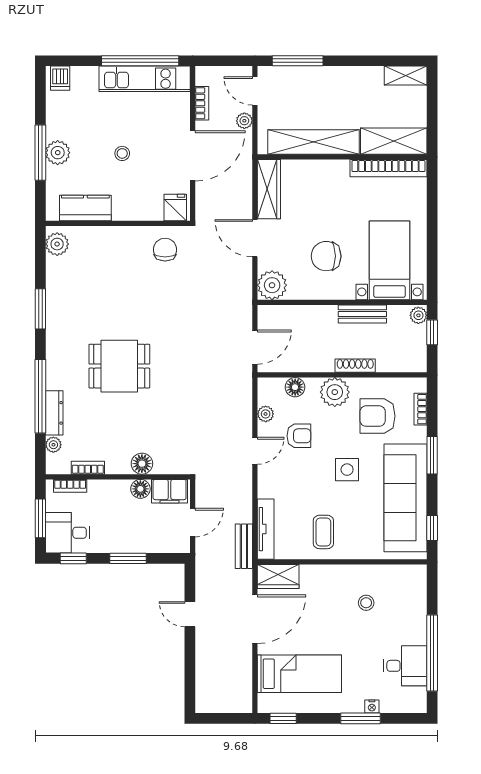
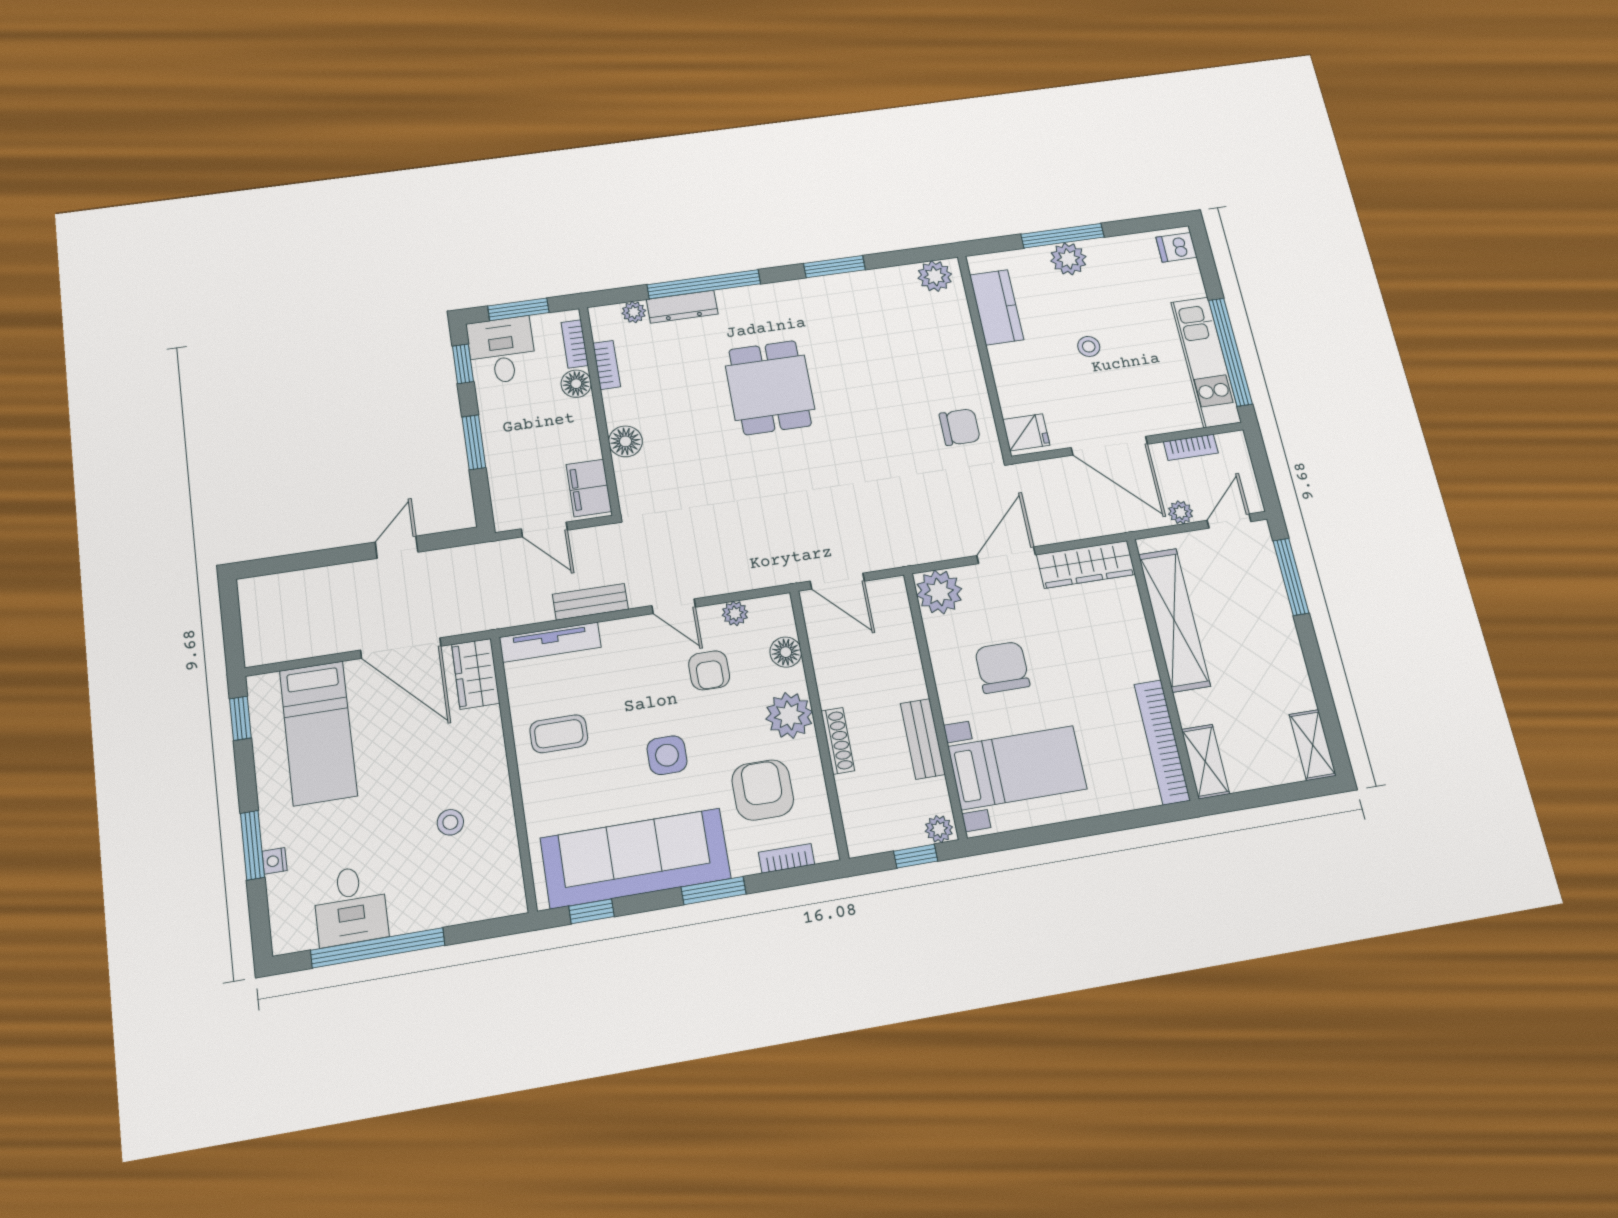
shelving: (394, 141) -> (1205, 762), width x0.67, depth x0.75
floor lamp: (140, 489) -> (576, 384), moved
bench: (244, 546) -> (590, 602), moved

